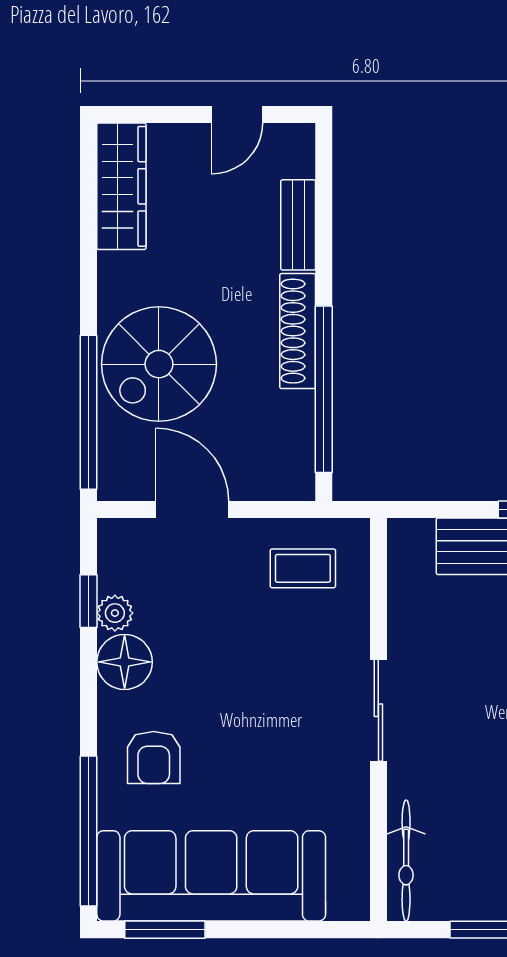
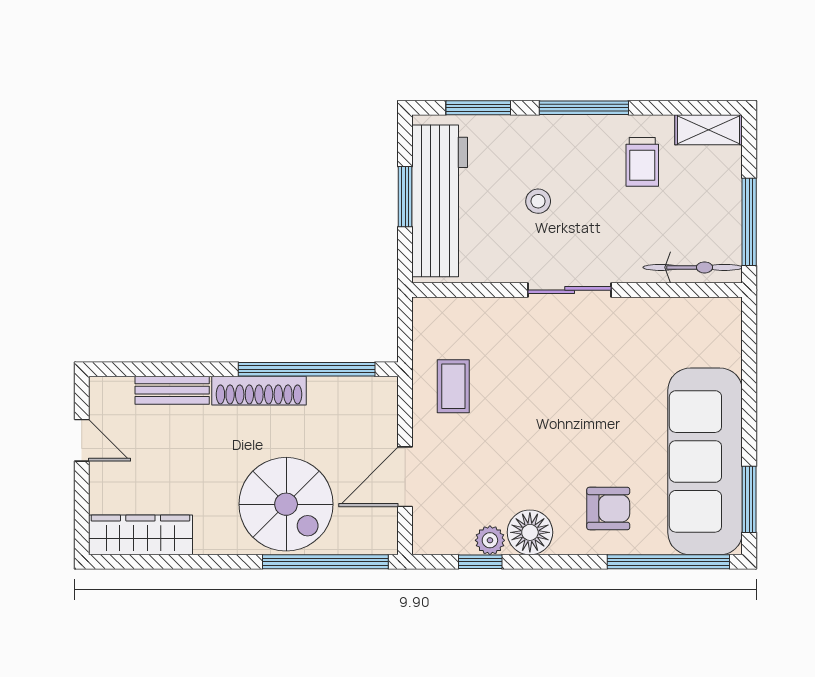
sliding door: (378, 710) -> (570, 290), moved
wall: (378, 720) -> (577, 290), moved
bicycle: (406, 861) -> (693, 267), moved

